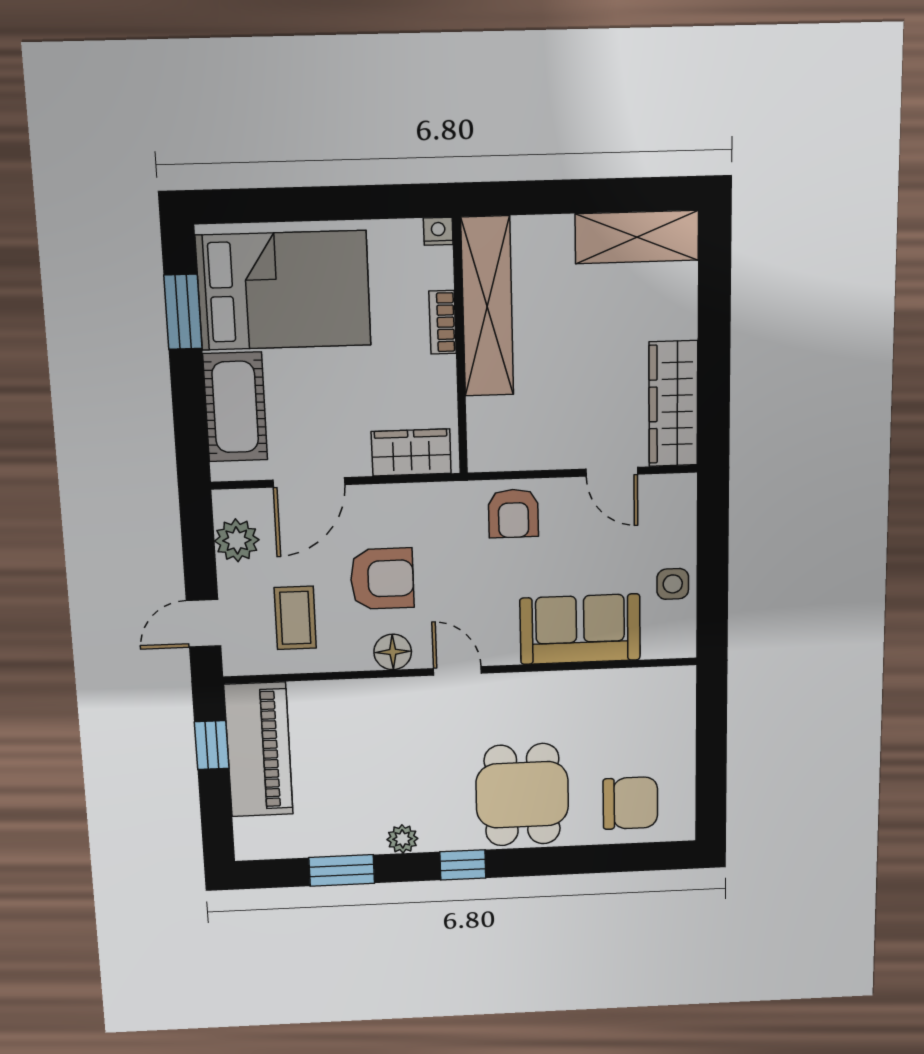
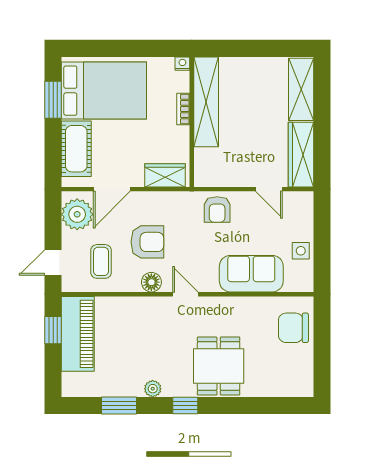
shelving: (637, 237) -> (301, 89), moved, turned 90
plant: (237, 540) -> (77, 214), width x1.36, depth x1.36
chair: (630, 803) -> (293, 328), moved, turned 180

